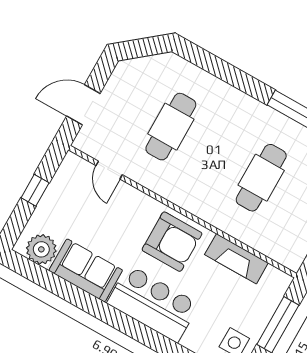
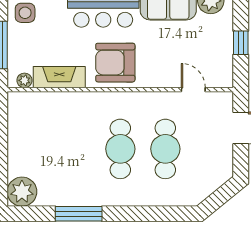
cafe table: (261, 178) -> (120, 149), moved
plant: (273, 275) -> (24, 80), added

